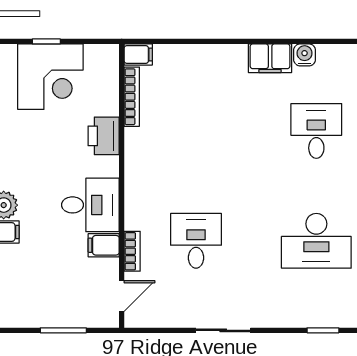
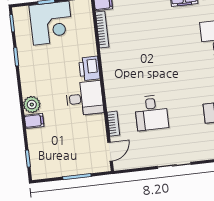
printer: (104, 136) -> (89, 68), moved
desk: (196, 241) -> (151, 113), turned 180
filing cabinet: (104, 245) -> (96, 122), removed

